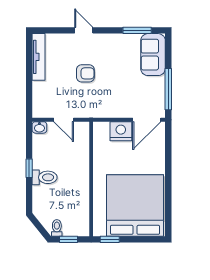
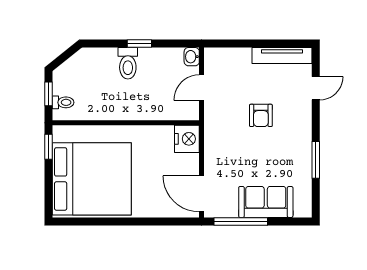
door: (84, 30) -> (316, 88), moved
window: (137, 30) -> (316, 160), moved
sofa: (153, 55) -> (266, 202), moved
nightstand: (121, 131) -> (187, 139), moved
toilet: (57, 228) -> (63, 102), moved

